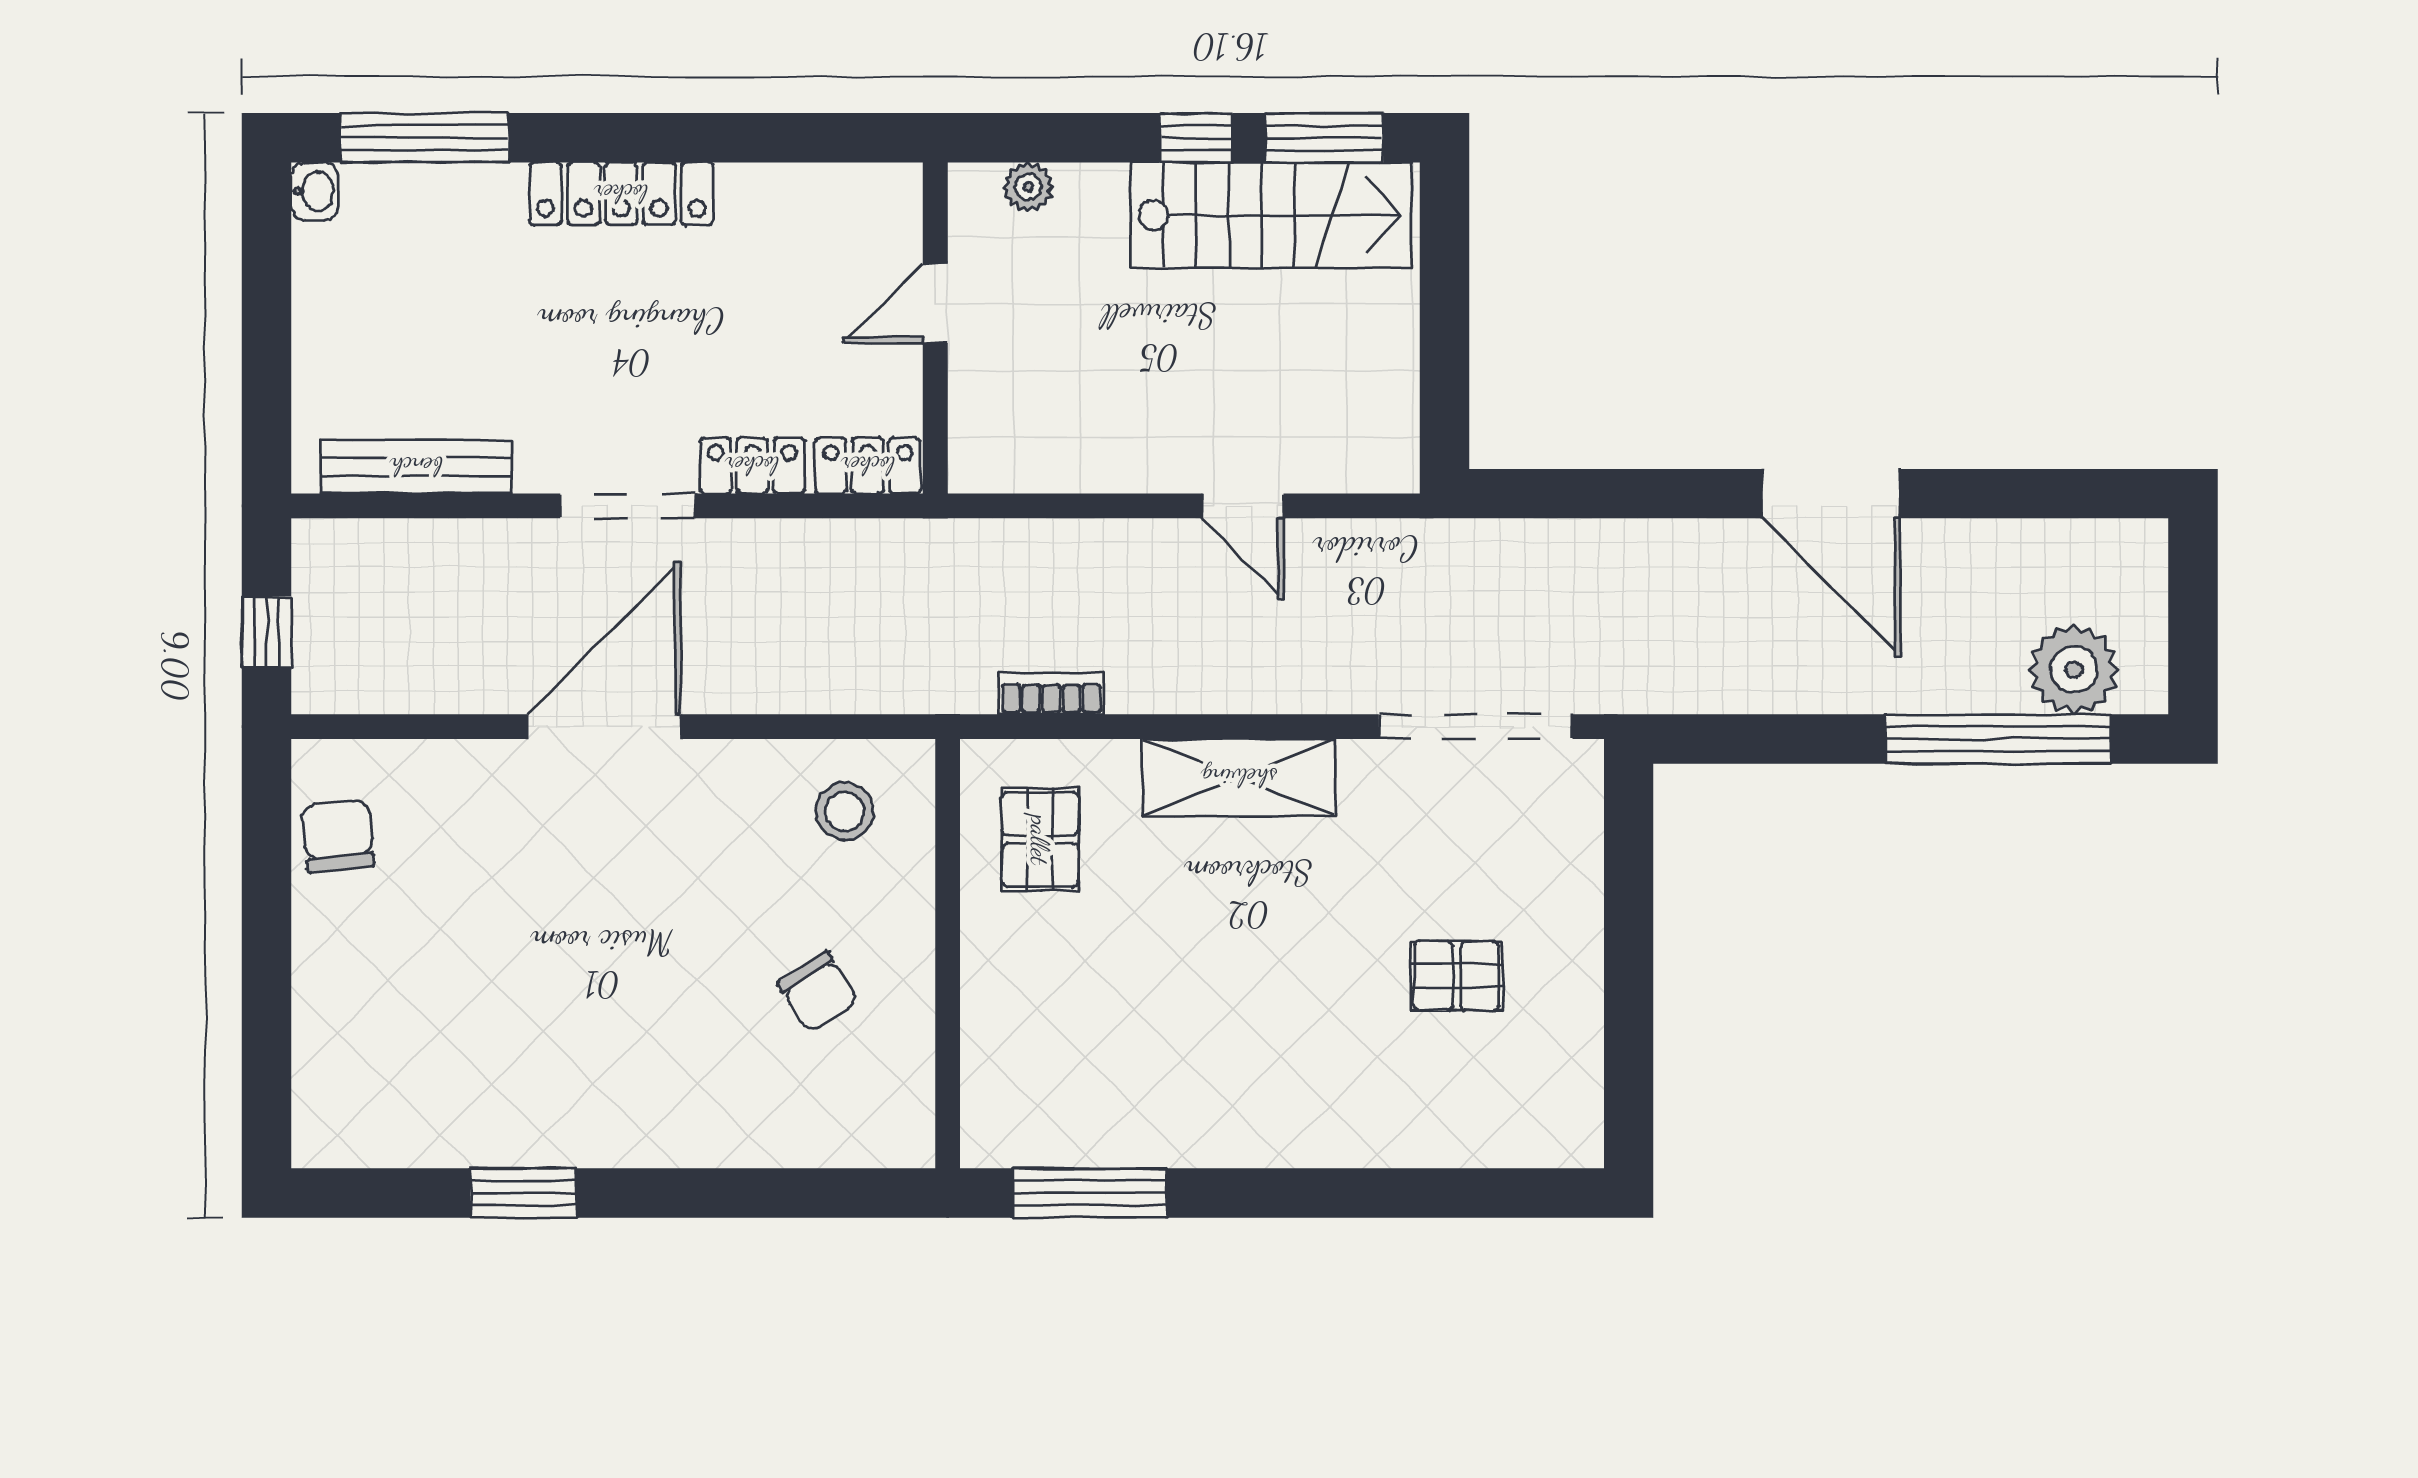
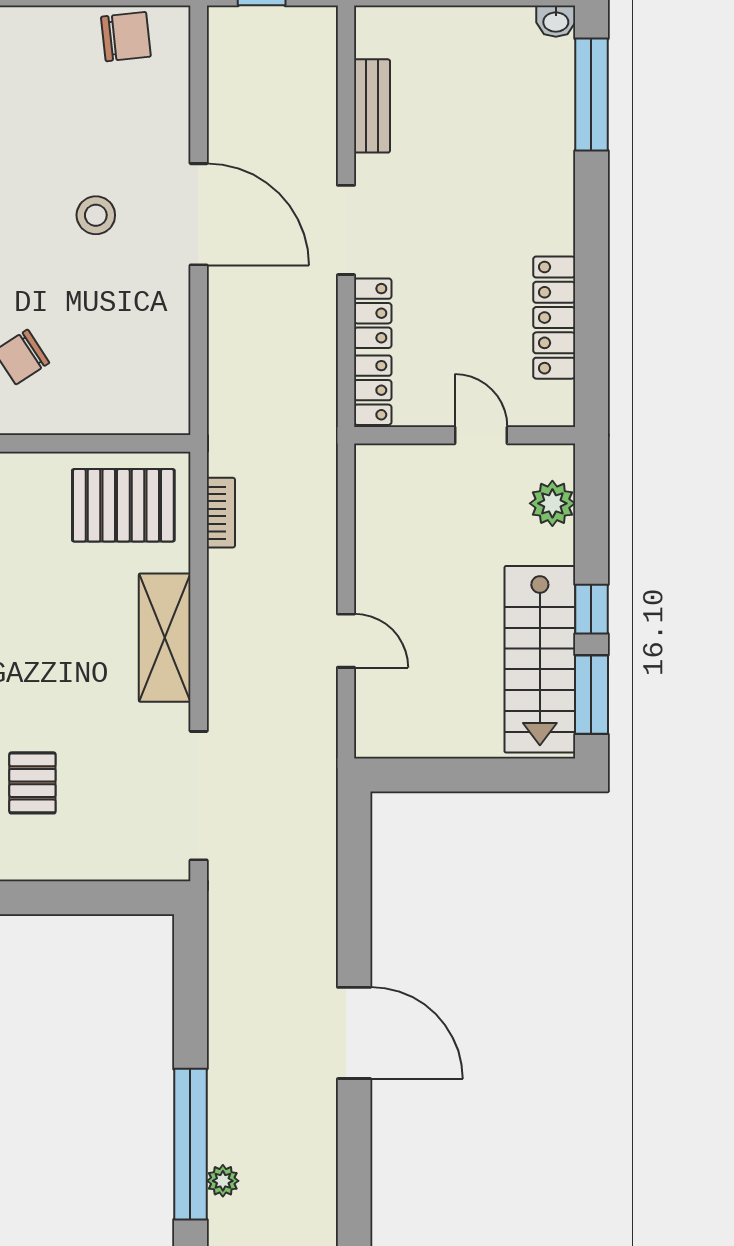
plant: (1028, 187) -> (552, 503), width x1.38, depth x1.38
locker: (621, 194) -> (554, 318), moved
bench: (416, 467) -> (372, 106), width x0.73
door: (1831, 494) -> (354, 1033), swing flipped
door: (1243, 506) -> (346, 641), swing flipped
plant: (2074, 670) -> (223, 1181), width x0.53, depth x0.53
stool: (845, 811) -> (96, 215), moved
pallet: (1040, 840) -> (123, 505), width x1.50, depth x1.42

